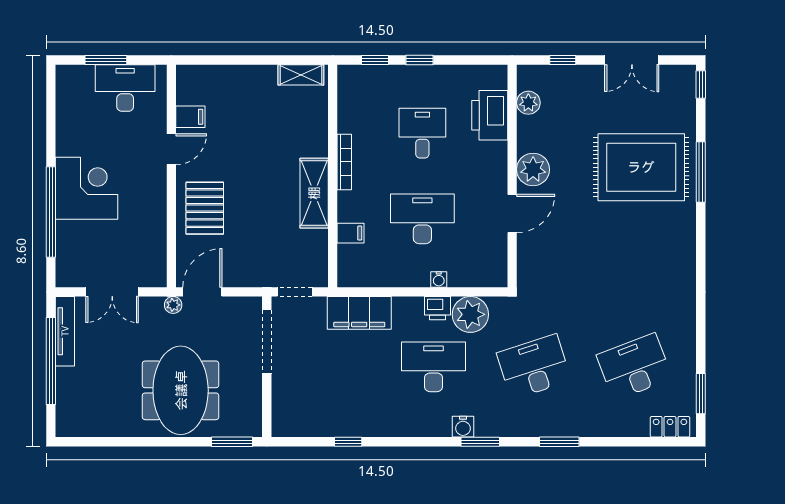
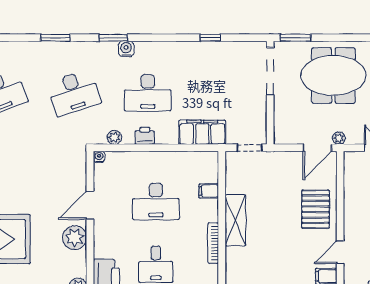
water cooler: (439, 279) -> (99, 157), moved
plant: (470, 314) -> (114, 137), width x0.53, depth x0.53
doorway: (267, 342) -> (270, 71), moved
meeting table: (181, 390) -> (333, 75), turned 90

